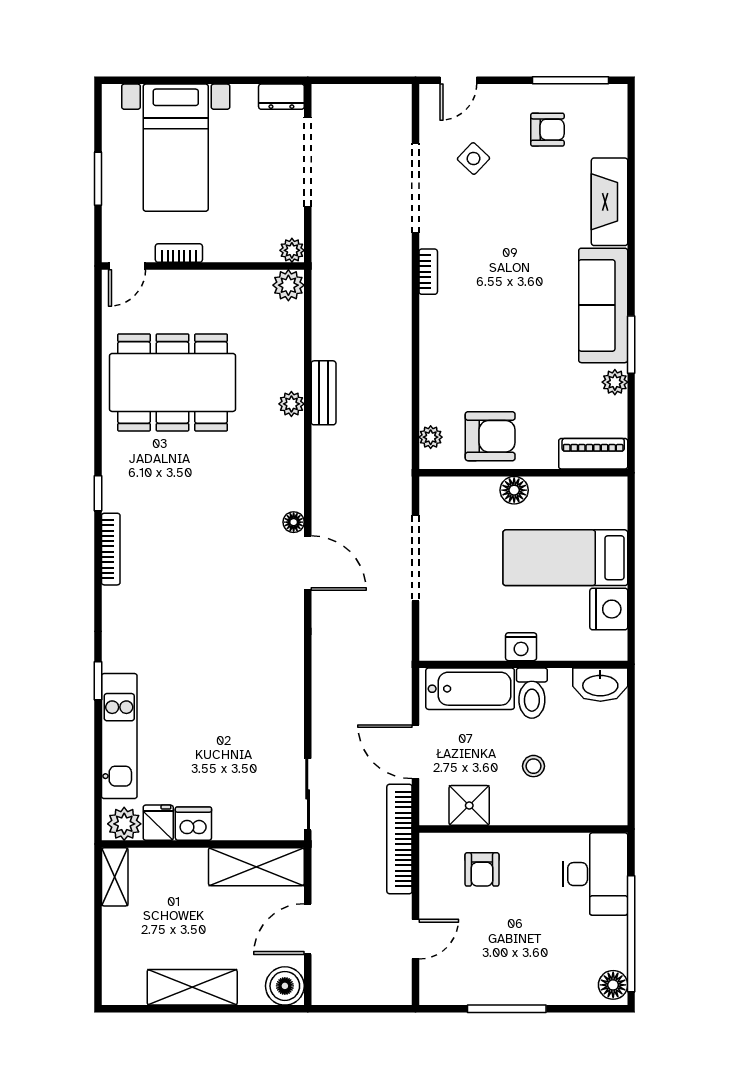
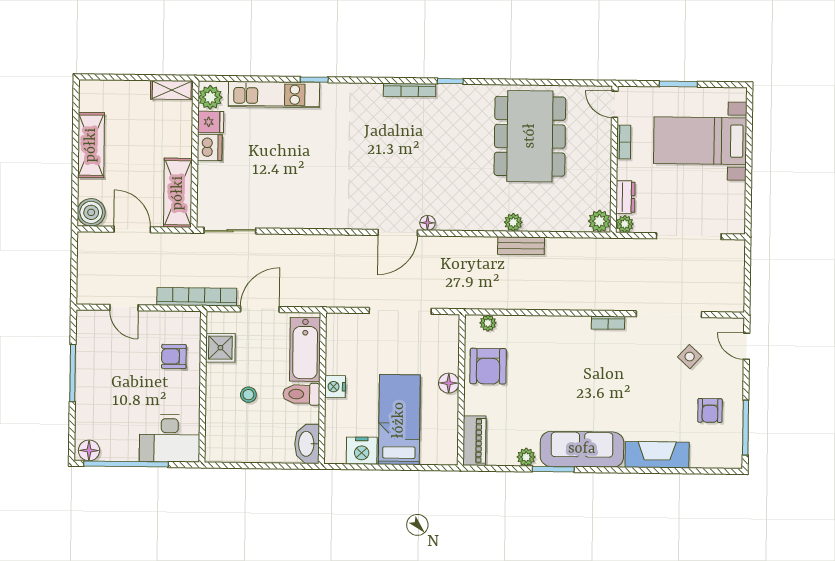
dresser: (281, 97) -> (625, 197), moved, turned 180

